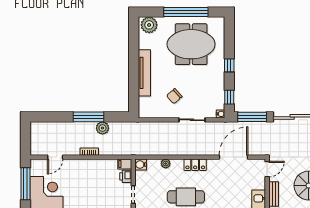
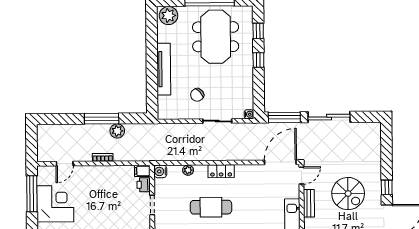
meeting table: (191, 44) -> (216, 37), turned 90
window: (229, 97) -> (258, 31), moved
door: (233, 157) -> (280, 162), moved

